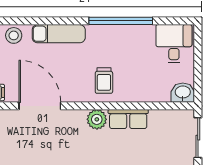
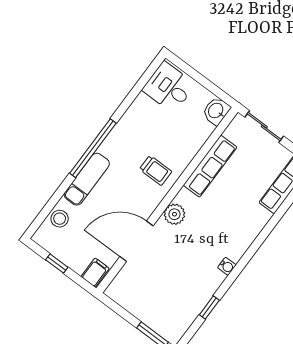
window: (121, 21) -> (93, 148), moved
plant: (97, 119) -> (174, 214), moved
row of seats: (128, 119) -> (210, 166), width x1.48

